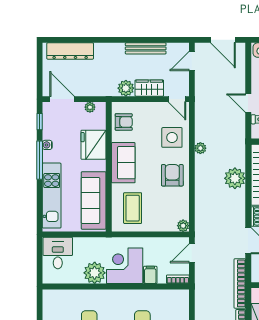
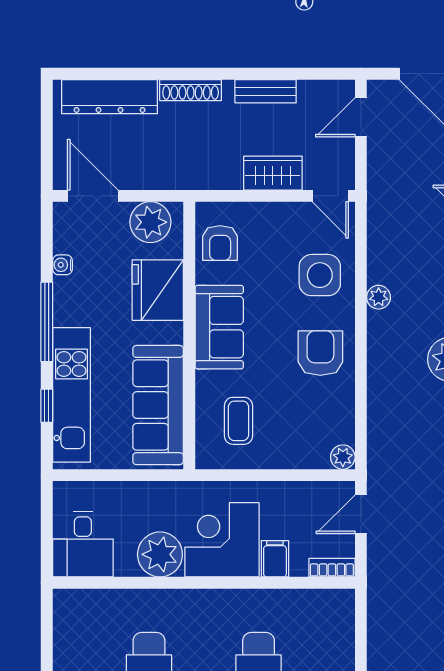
shoe rack: (109, 48) -> (191, 90), added
bench: (146, 48) -> (266, 91), width x0.73
plant: (126, 88) -> (225, 173), removed
plant: (90, 107) -> (150, 222), width x1.88, depth x1.88
window: (40, 122) -> (47, 406), moved
armchair: (124, 122) -> (220, 243), turned 90
water cooler: (47, 145) -> (62, 265), moved
coffee table: (133, 208) -> (239, 421), width x0.73, depth x0.77
desk: (58, 253) -> (83, 544), moved, turned 180

